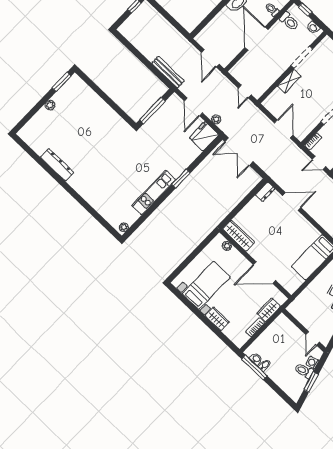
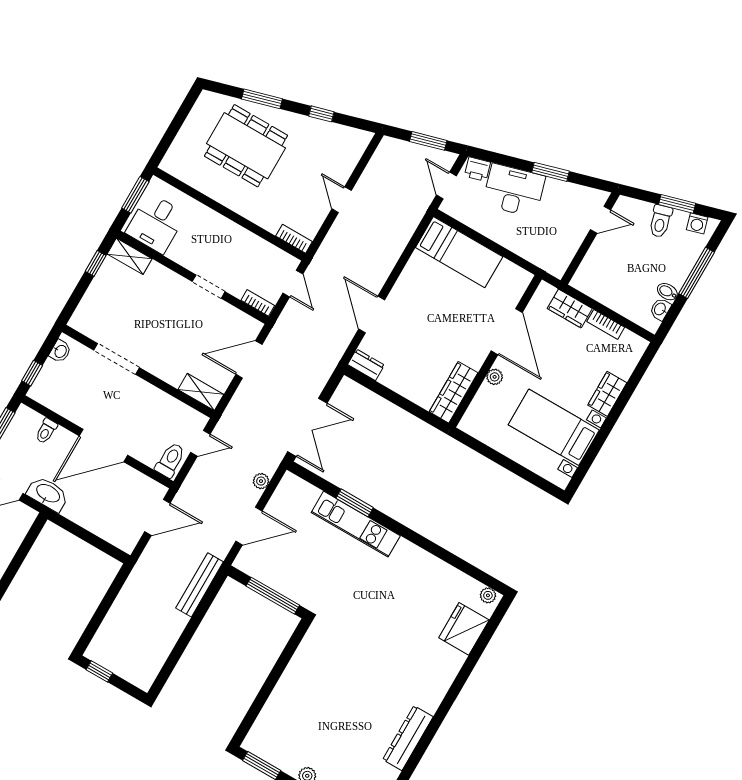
toilet: (289, 21) -> (170, 460), moved
shelving: (289, 81) -> (201, 392), moved
fridge: (204, 136) -> (464, 629), moved, turned 90
window: (181, 179) -> (355, 503), moved
kitchen unit: (154, 193) -> (356, 524), moved
plant: (227, 246) -> (495, 377), moved
washing machine: (313, 363) -> (697, 223), moved
window: (254, 367) -> (697, 273), moved

